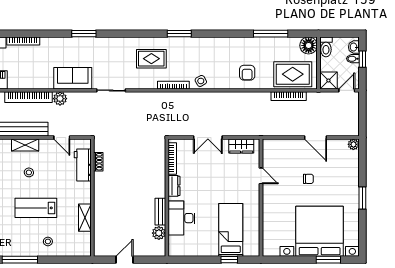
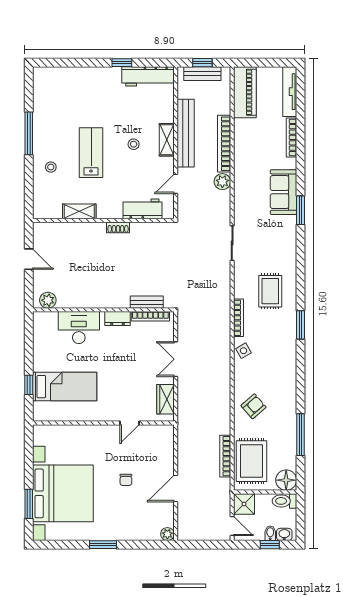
armchair: (247, 73) -> (253, 406), turned 139
sofa: (73, 78) -> (283, 192), moved, turned 180
shoe rack: (98, 162) -> (118, 227), moved
bench: (160, 212) -> (147, 302), moved
plant: (159, 233) -> (48, 300), moved

